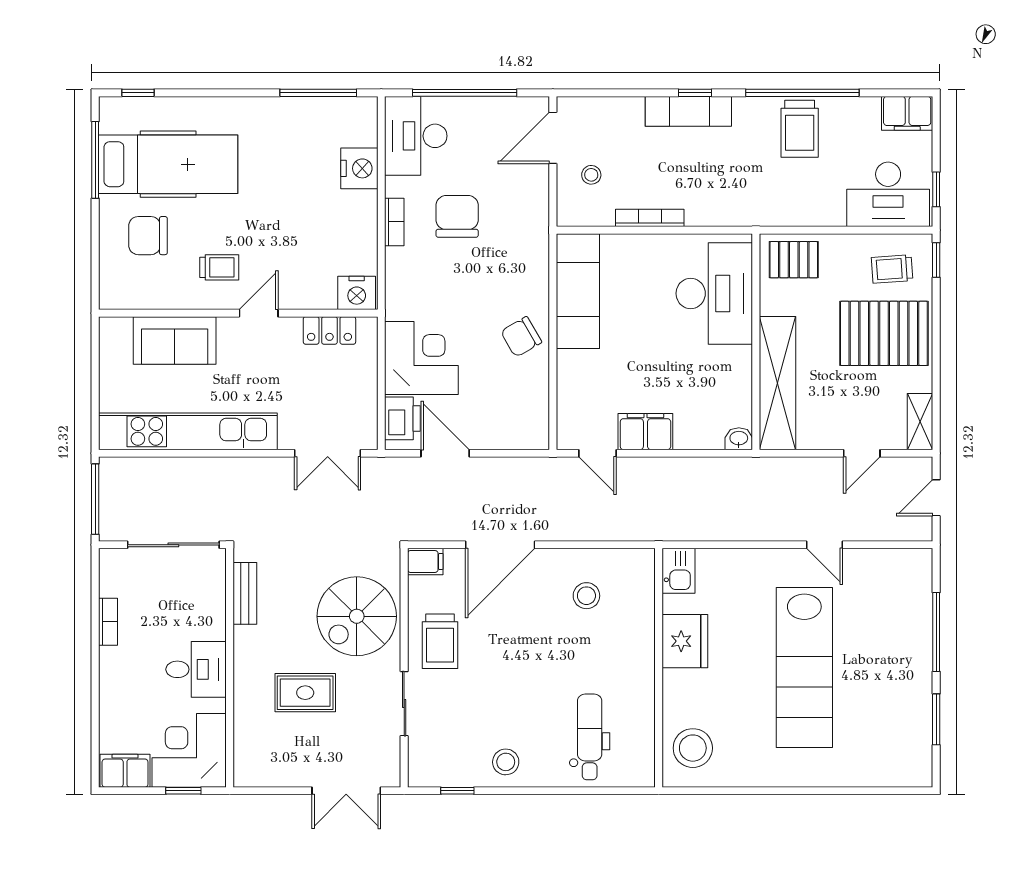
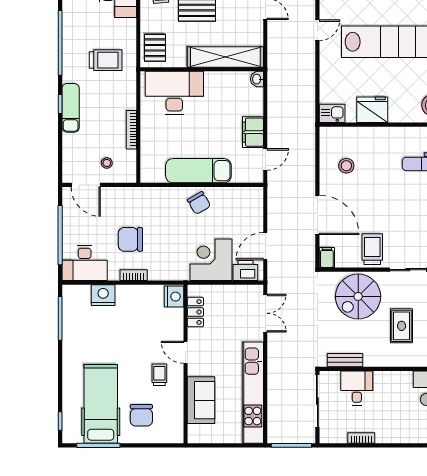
trolley: (800, 129) -> (106, 60), moved
exam couch: (578, 291) -> (198, 171), moved
spiral stairs: (357, 616) -> (358, 296), turned 90
trolley: (440, 641) -> (372, 249), turned -90
desk: (196, 669) -> (357, 388), moved

